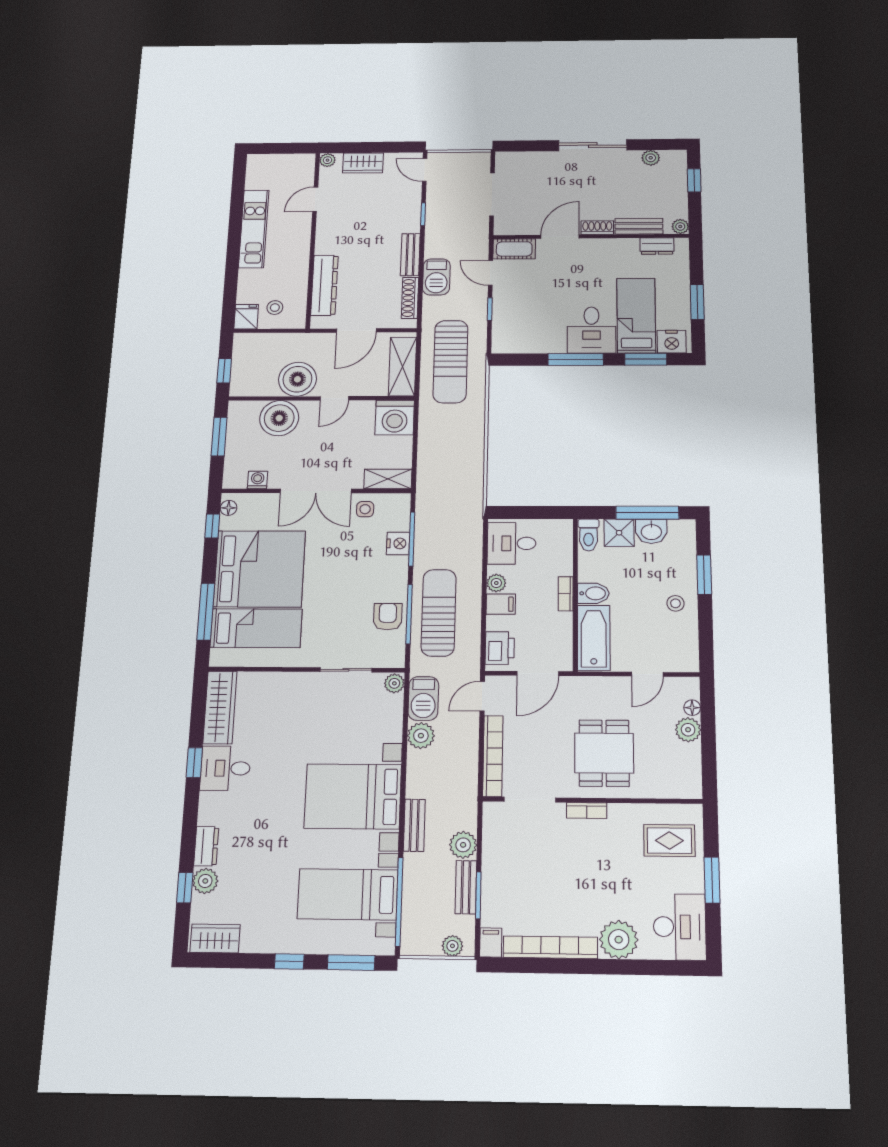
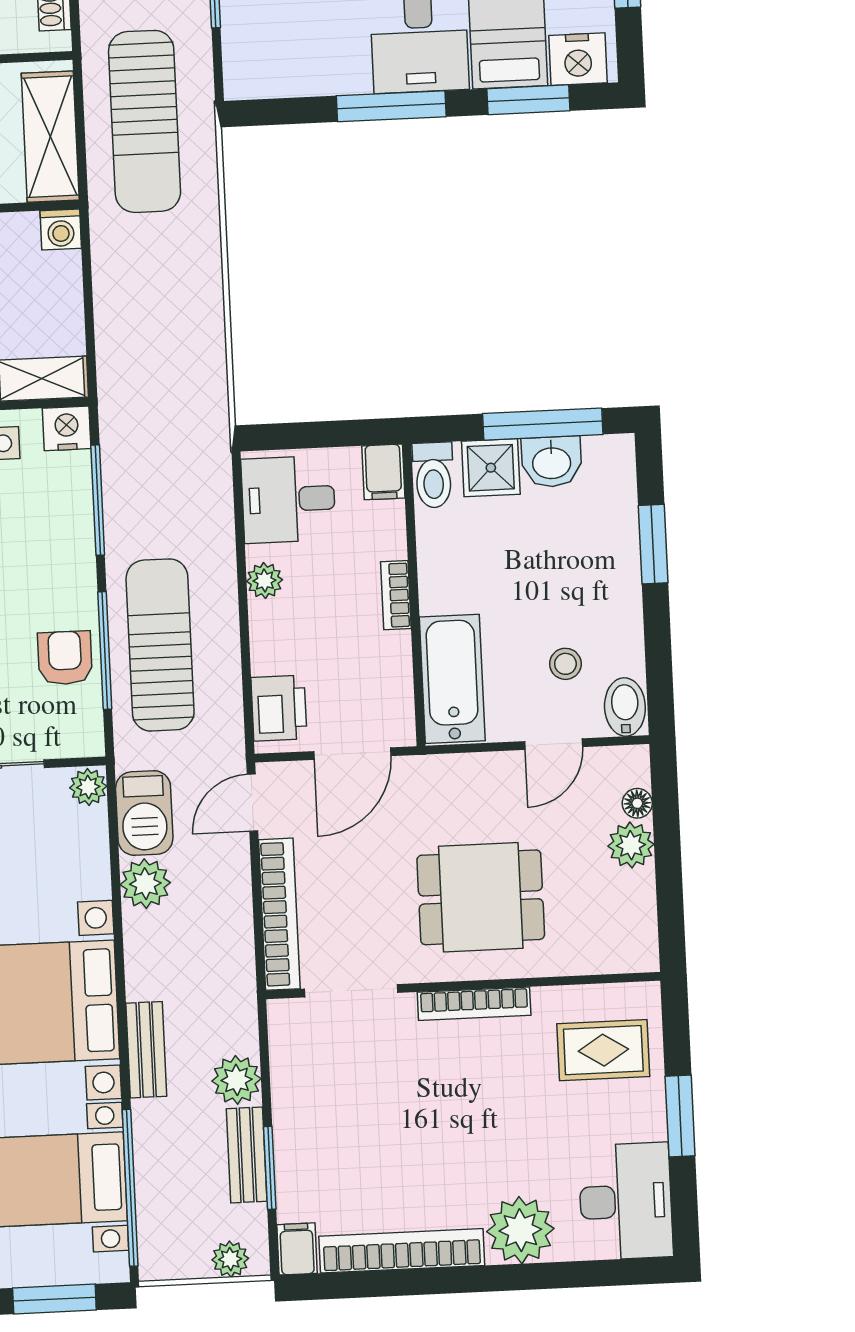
washing machine: (395, 418) -> (61, 229), width x0.53, depth x0.53
nightstand: (398, 543) -> (67, 428), moved, turned -90
bidet: (593, 593) -> (625, 707), moved, turned -90
stool: (675, 603) -> (565, 664), moved
filing cabinet: (501, 604) -> (383, 472), moved, turned 90
dining table: (604, 753) -> (481, 897), turned 90
bookcase: (587, 811) -> (474, 1004), width x1.56

